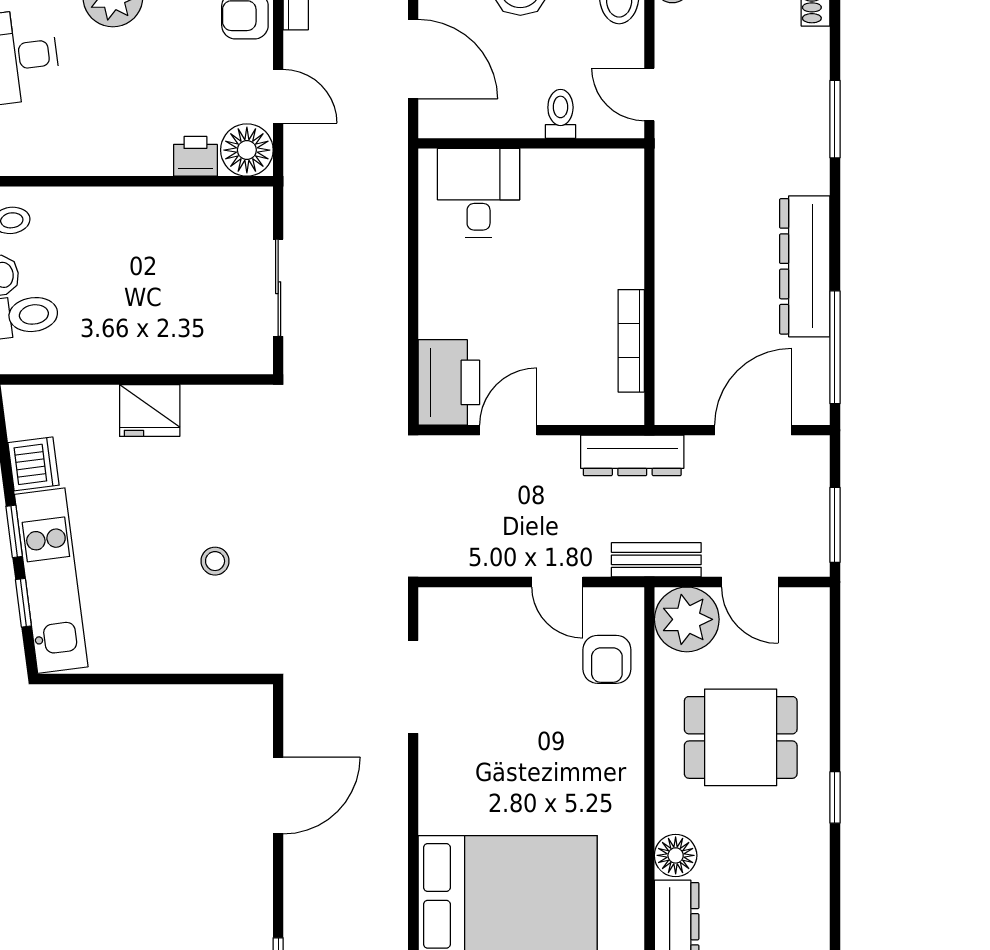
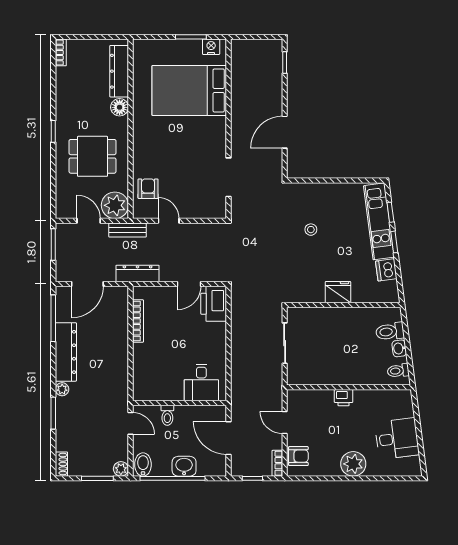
floor lamp: (247, 150) -> (298, 400), removed
printer: (195, 156) -> (344, 398), moved
plant: (814, 177) -> (62, 389), added

